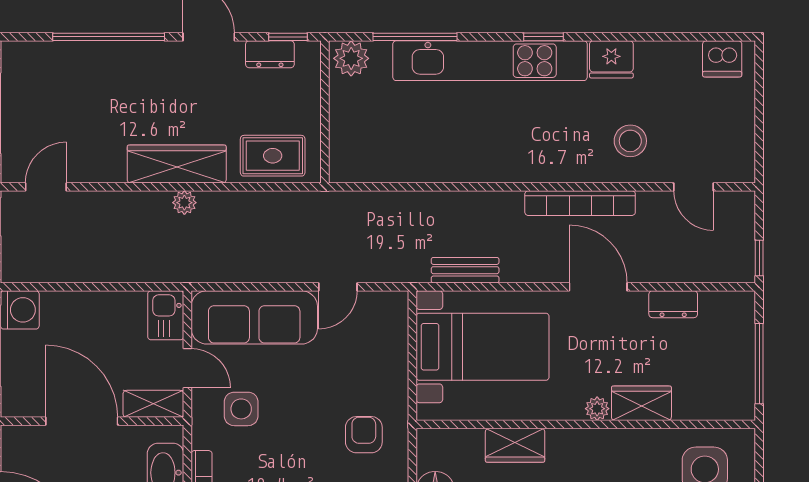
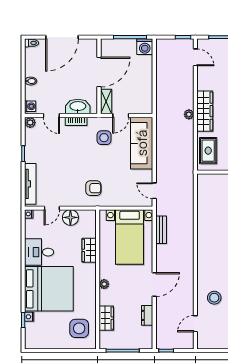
bookcase: (580, 203) -> (189, 277), removed
door: (338, 287) -> (154, 191), moved
kitchen sink: (166, 315) -> (143, 107), removed
wardrobe: (641, 403) -> (106, 318), moved

